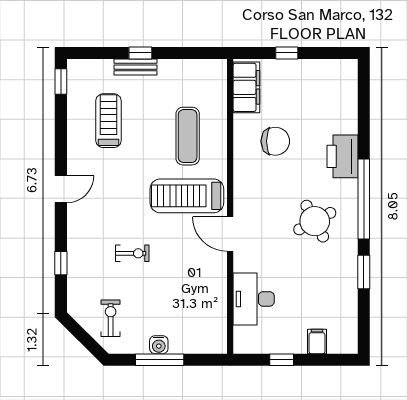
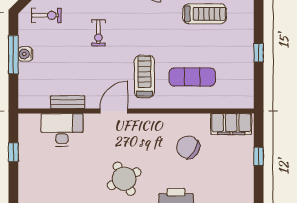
window: (140, 53) -> (259, 53), moved
bench: (135, 67) -> (68, 102), moved, turned 90
chair: (275, 141) -> (188, 147), turned 121
treadmill: (187, 196) -> (144, 76), width x0.73, depth x0.73
filing cabinet: (317, 341) -> (28, 181), removed

